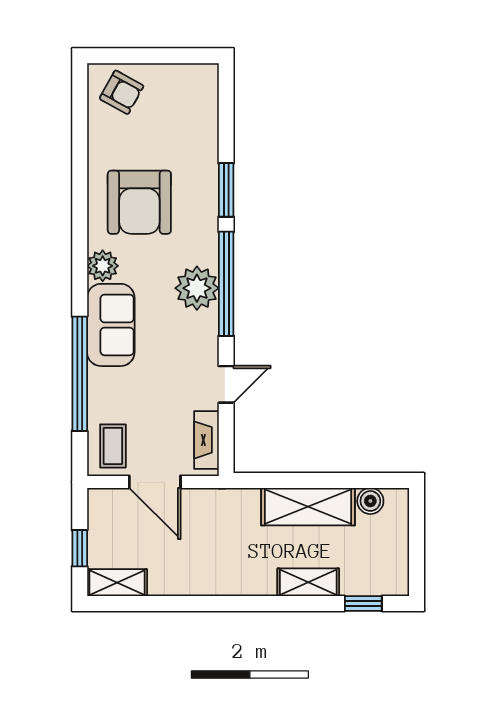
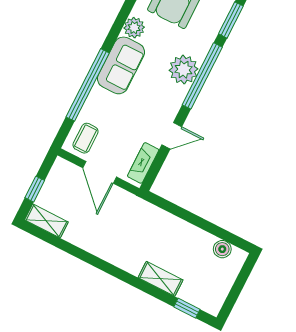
shelving: (308, 507) -> (183, 234), removed

